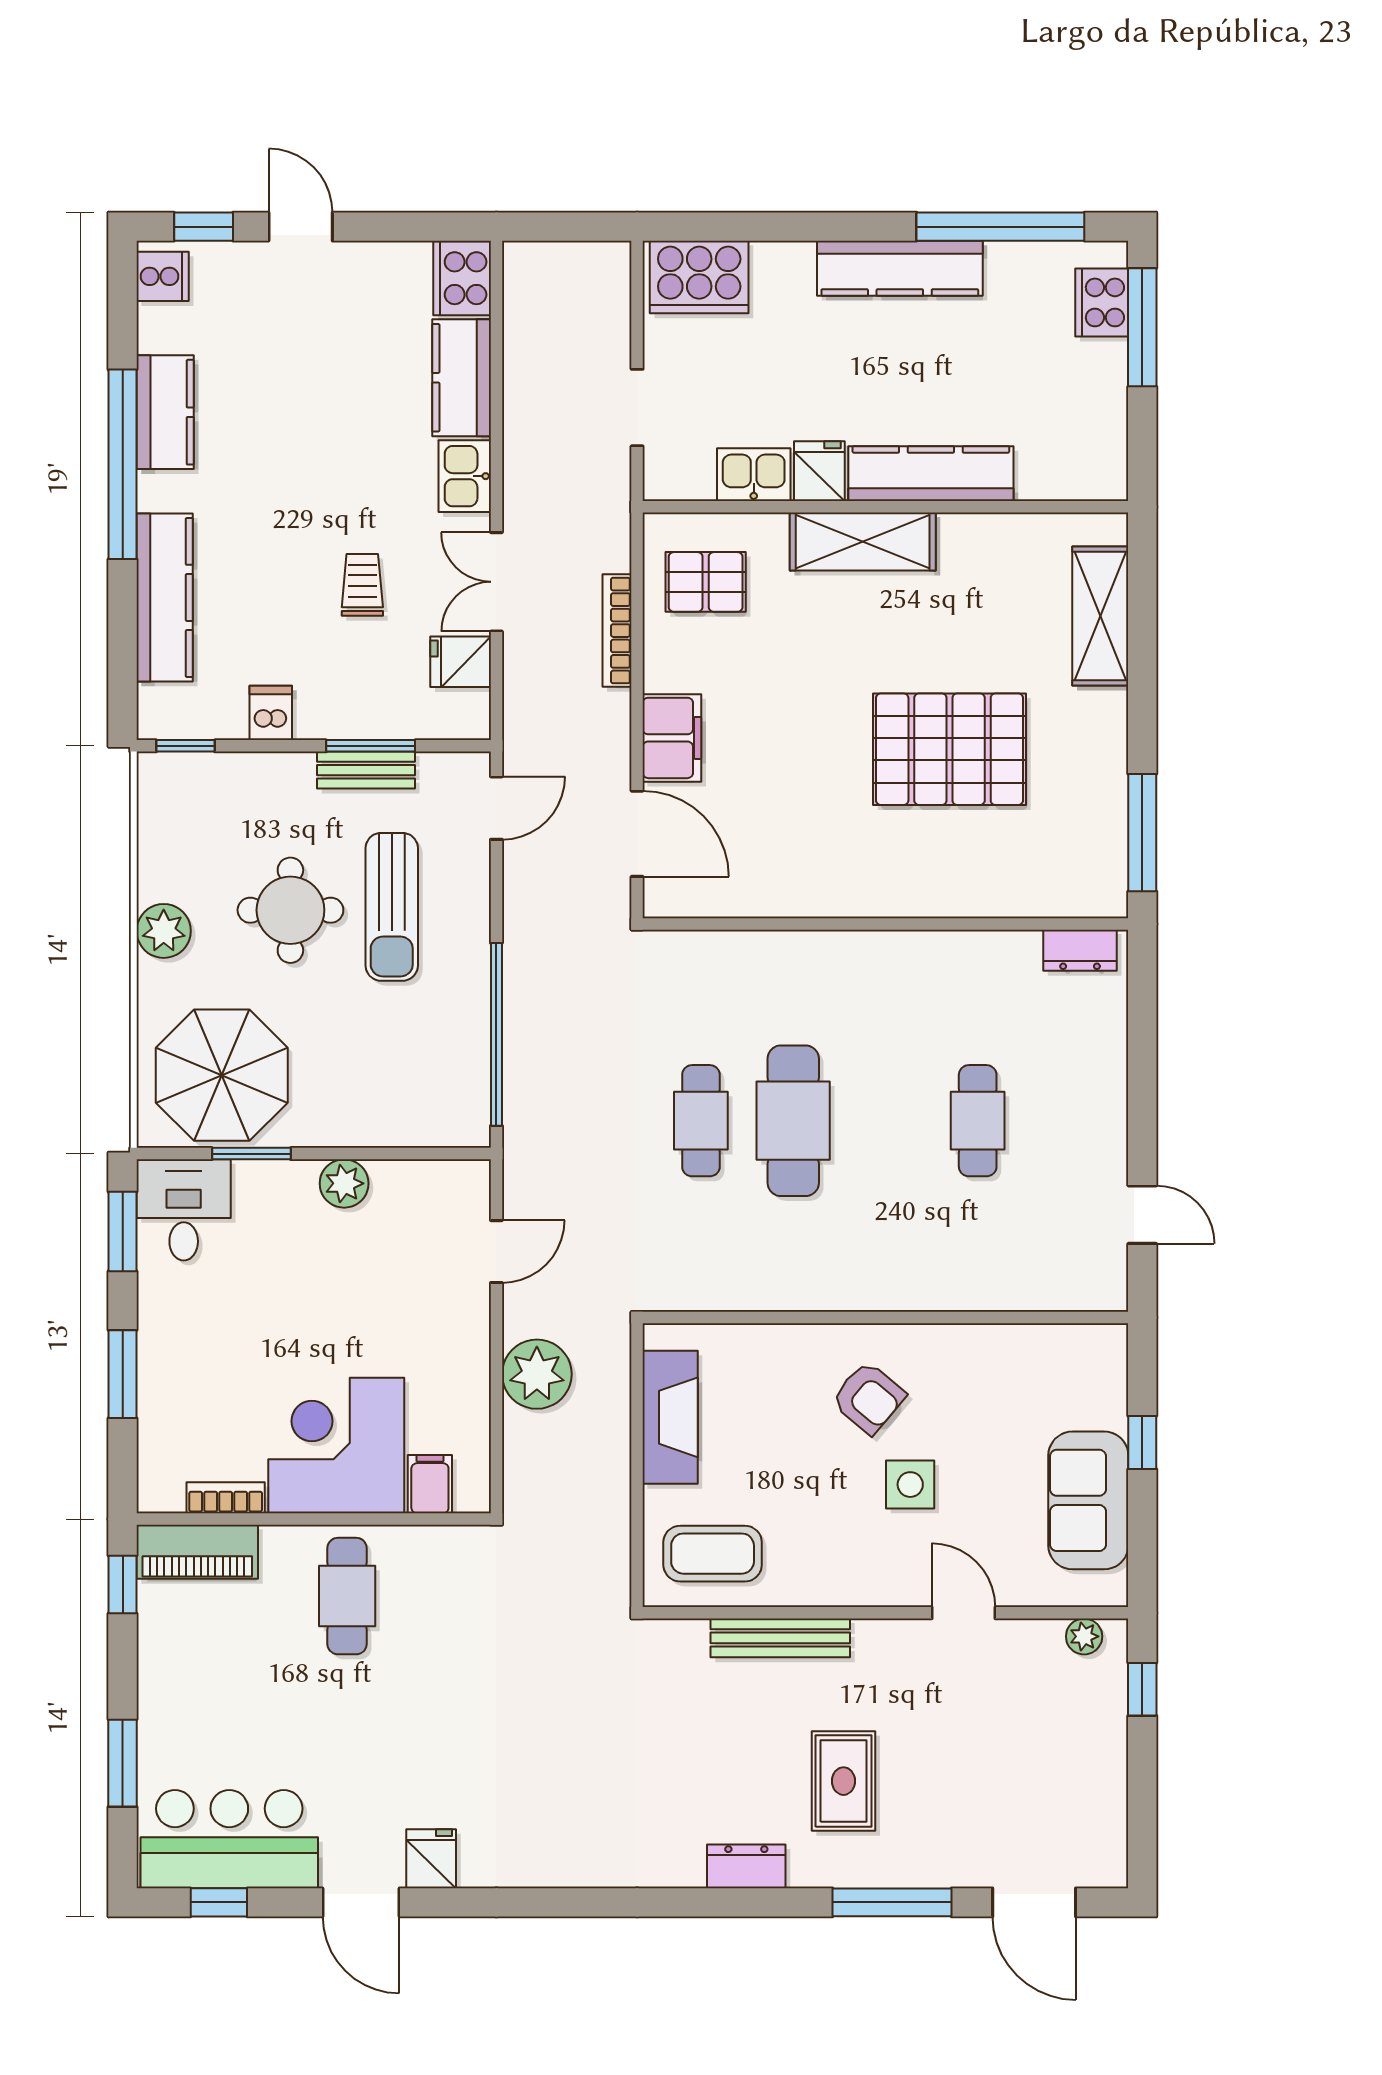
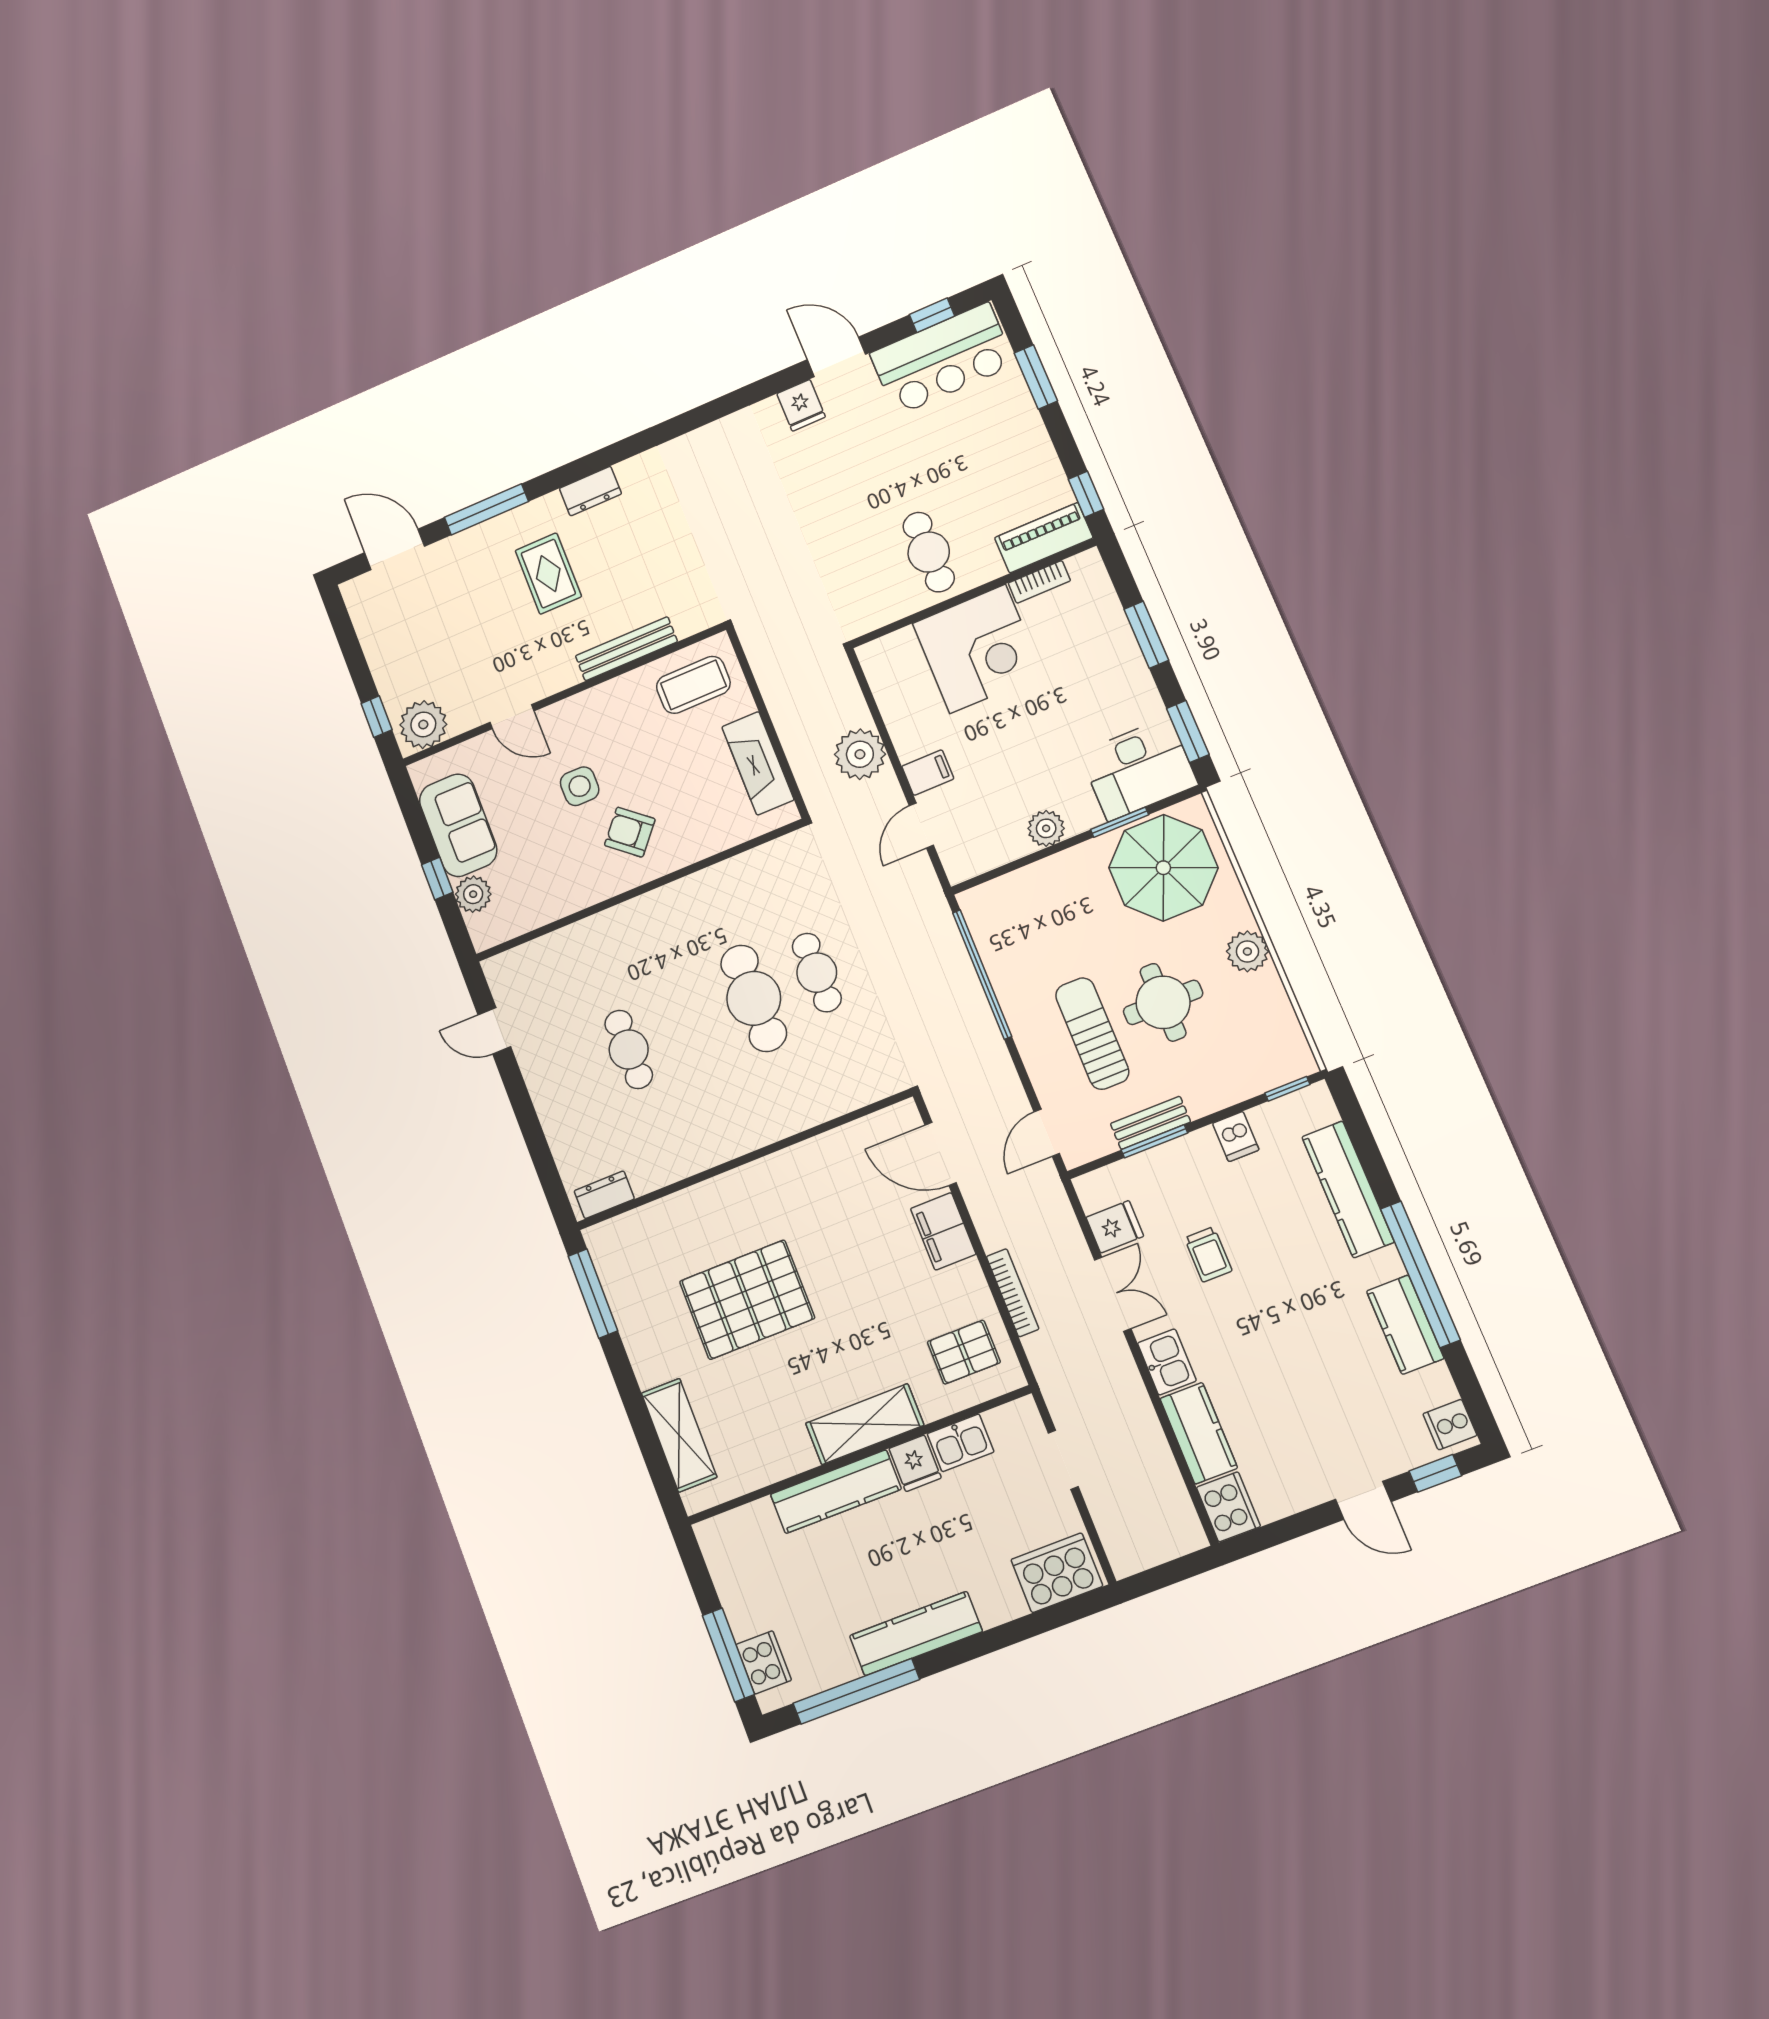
desk: (184, 1210) -> (1139, 769), width x1.37
plant: (1103, 1402) -> (473, 894), added
filing cabinet: (430, 1484) -> (928, 773), moved, turned -90
plant: (1084, 1636) -> (423, 725), width x1.88, depth x1.88

